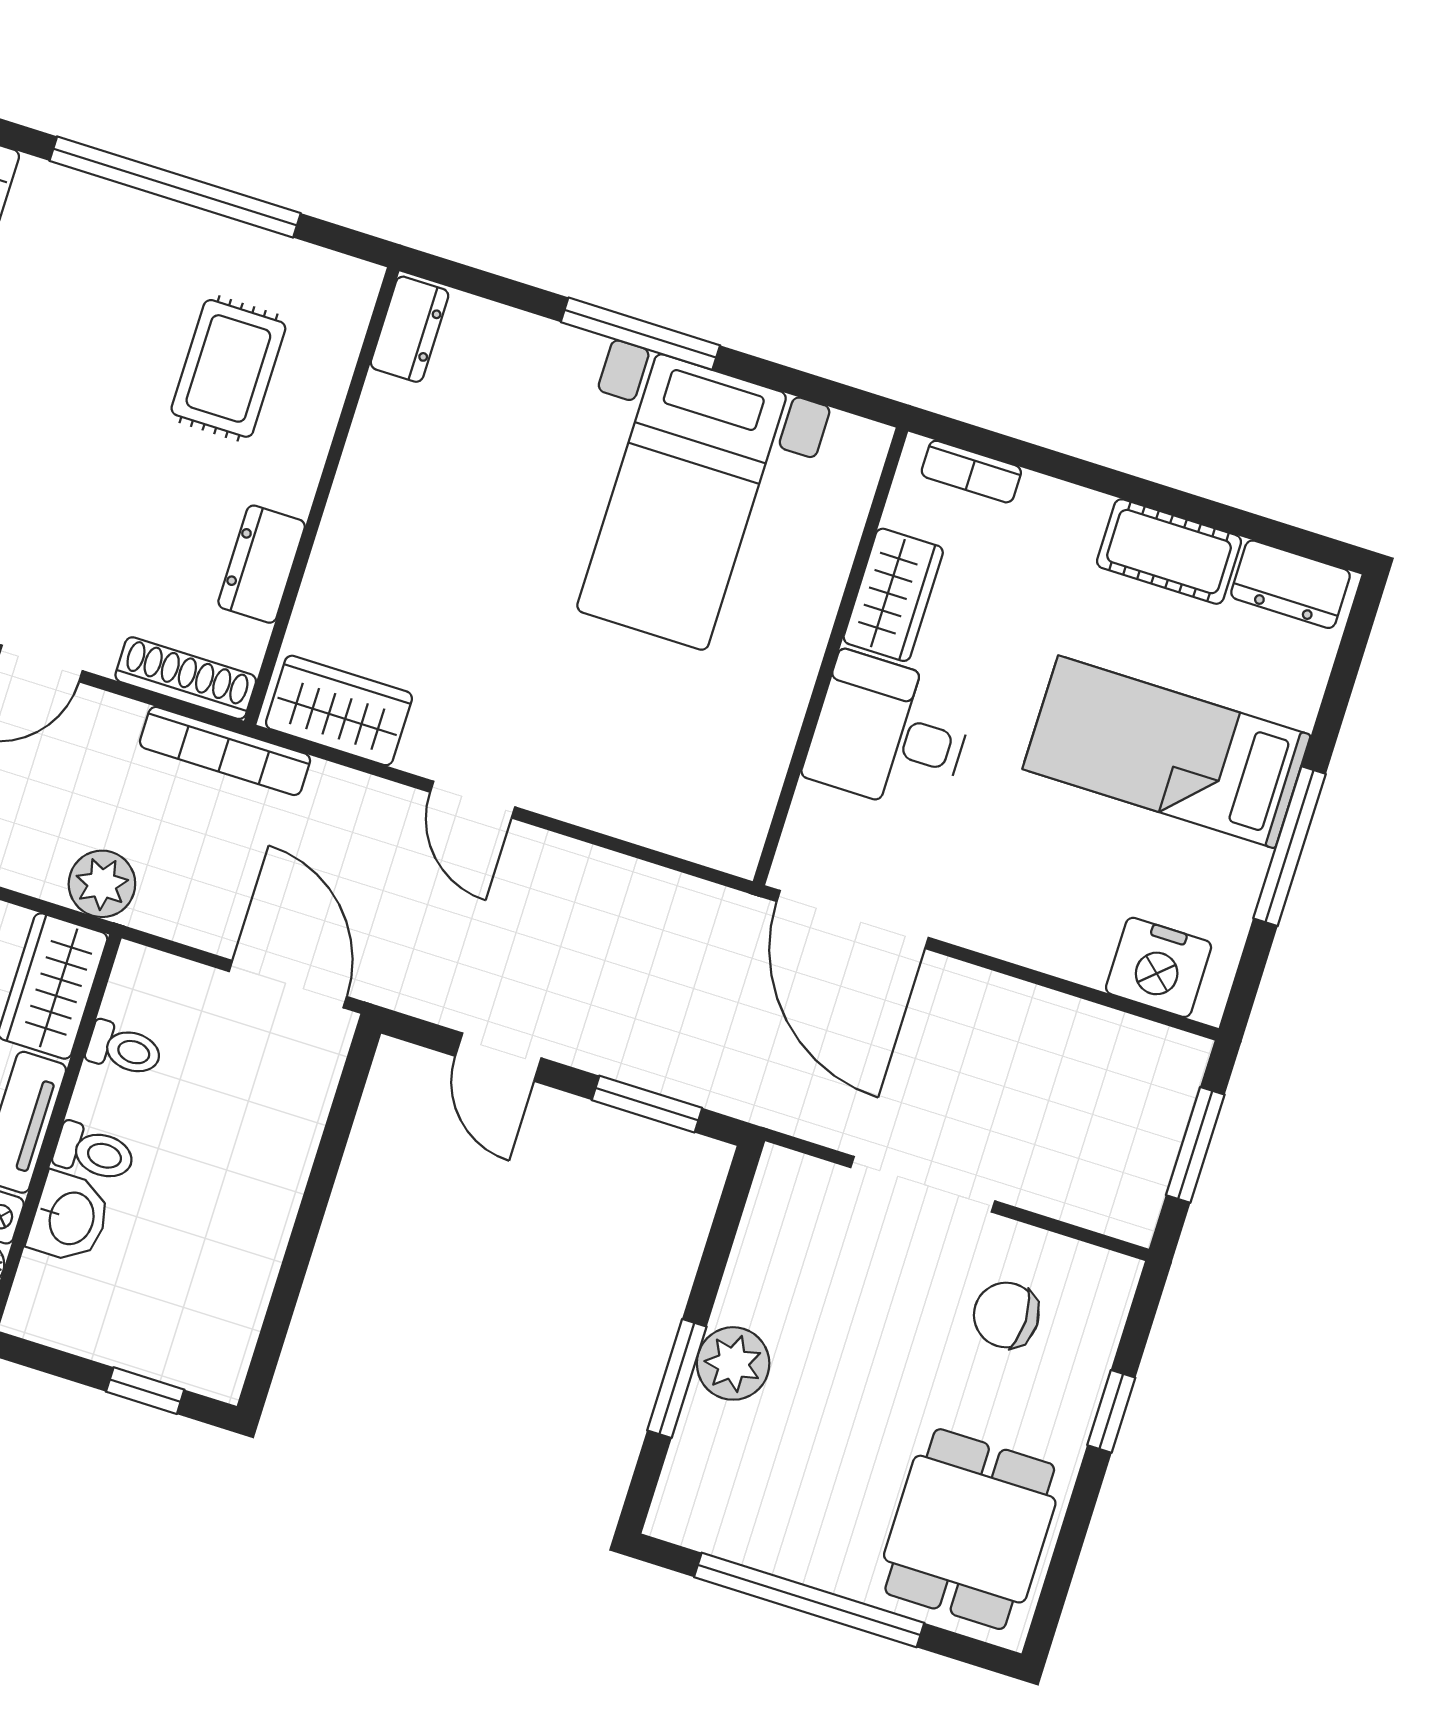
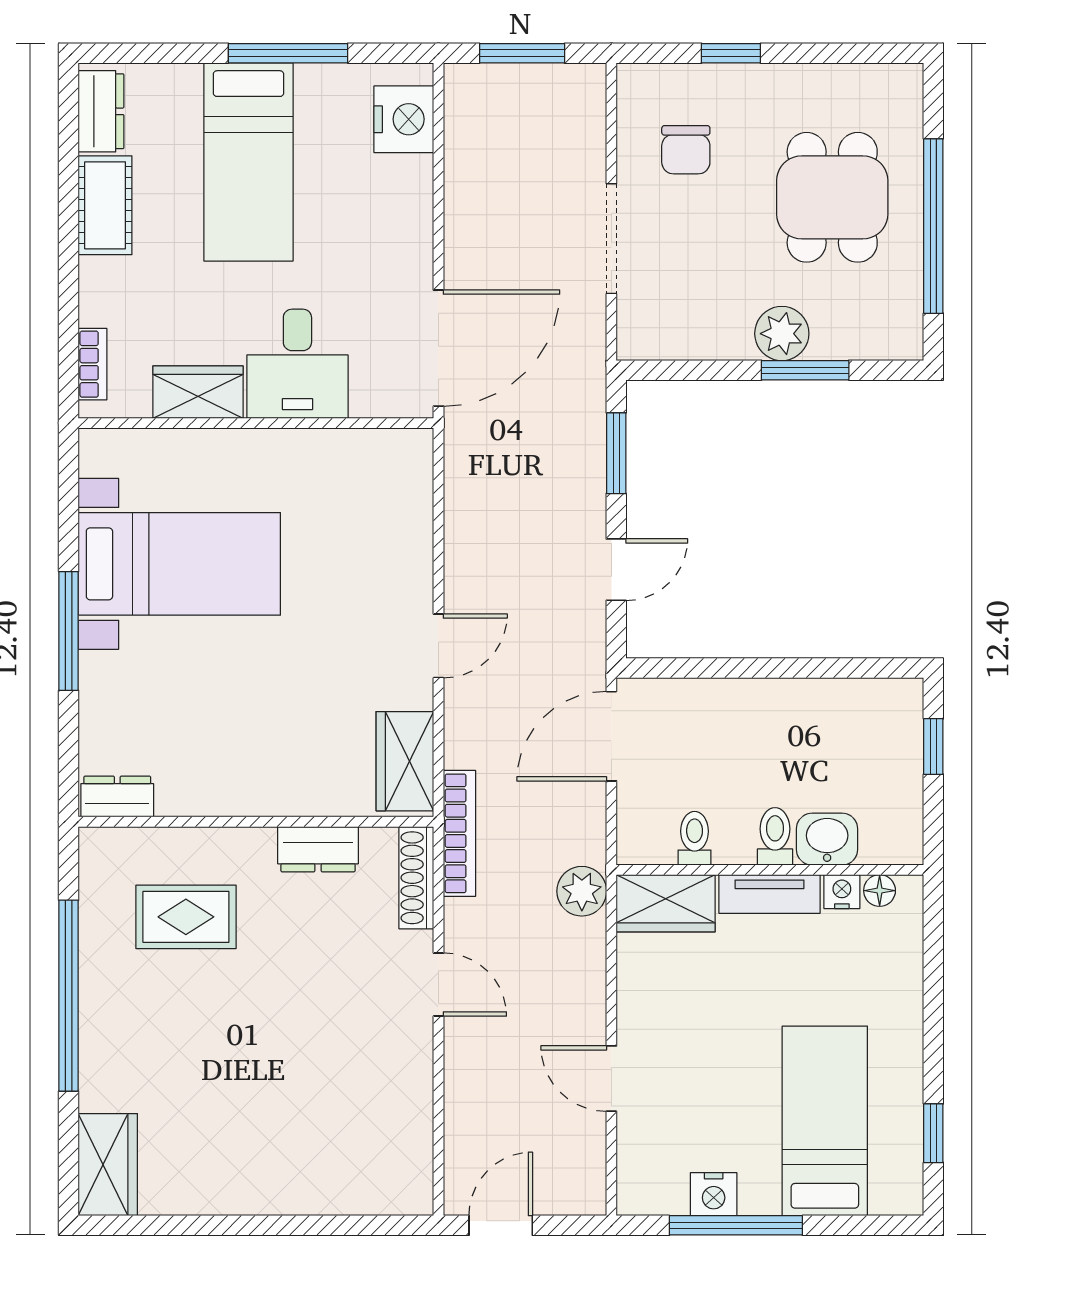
dining table: (970, 1529) -> (832, 197), moved, turned 90

